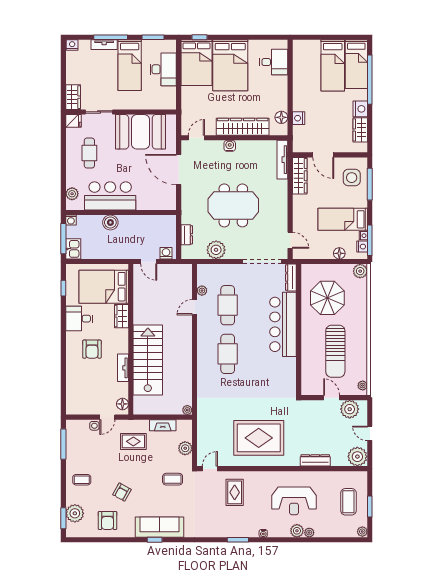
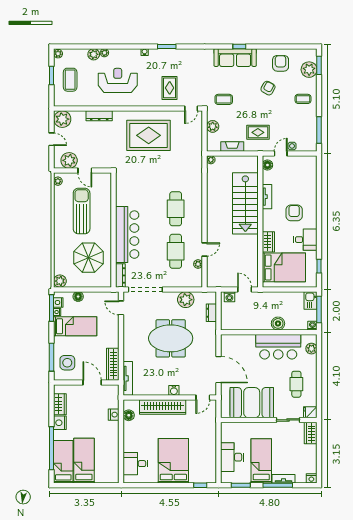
bed: (196, 63) -> (203, 463), removed
plant: (297, 531) -> (94, 54), moved

